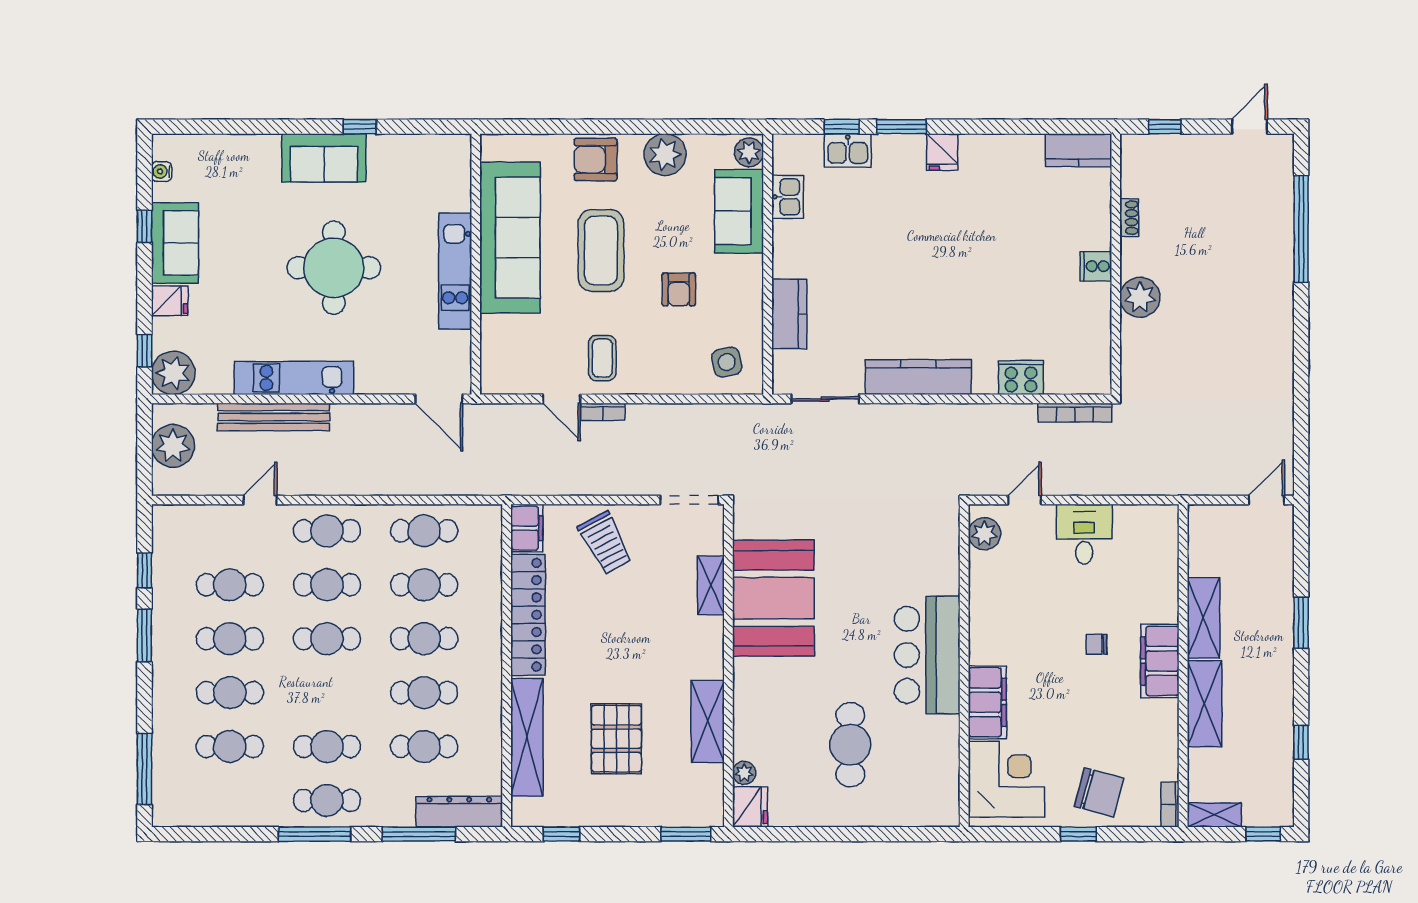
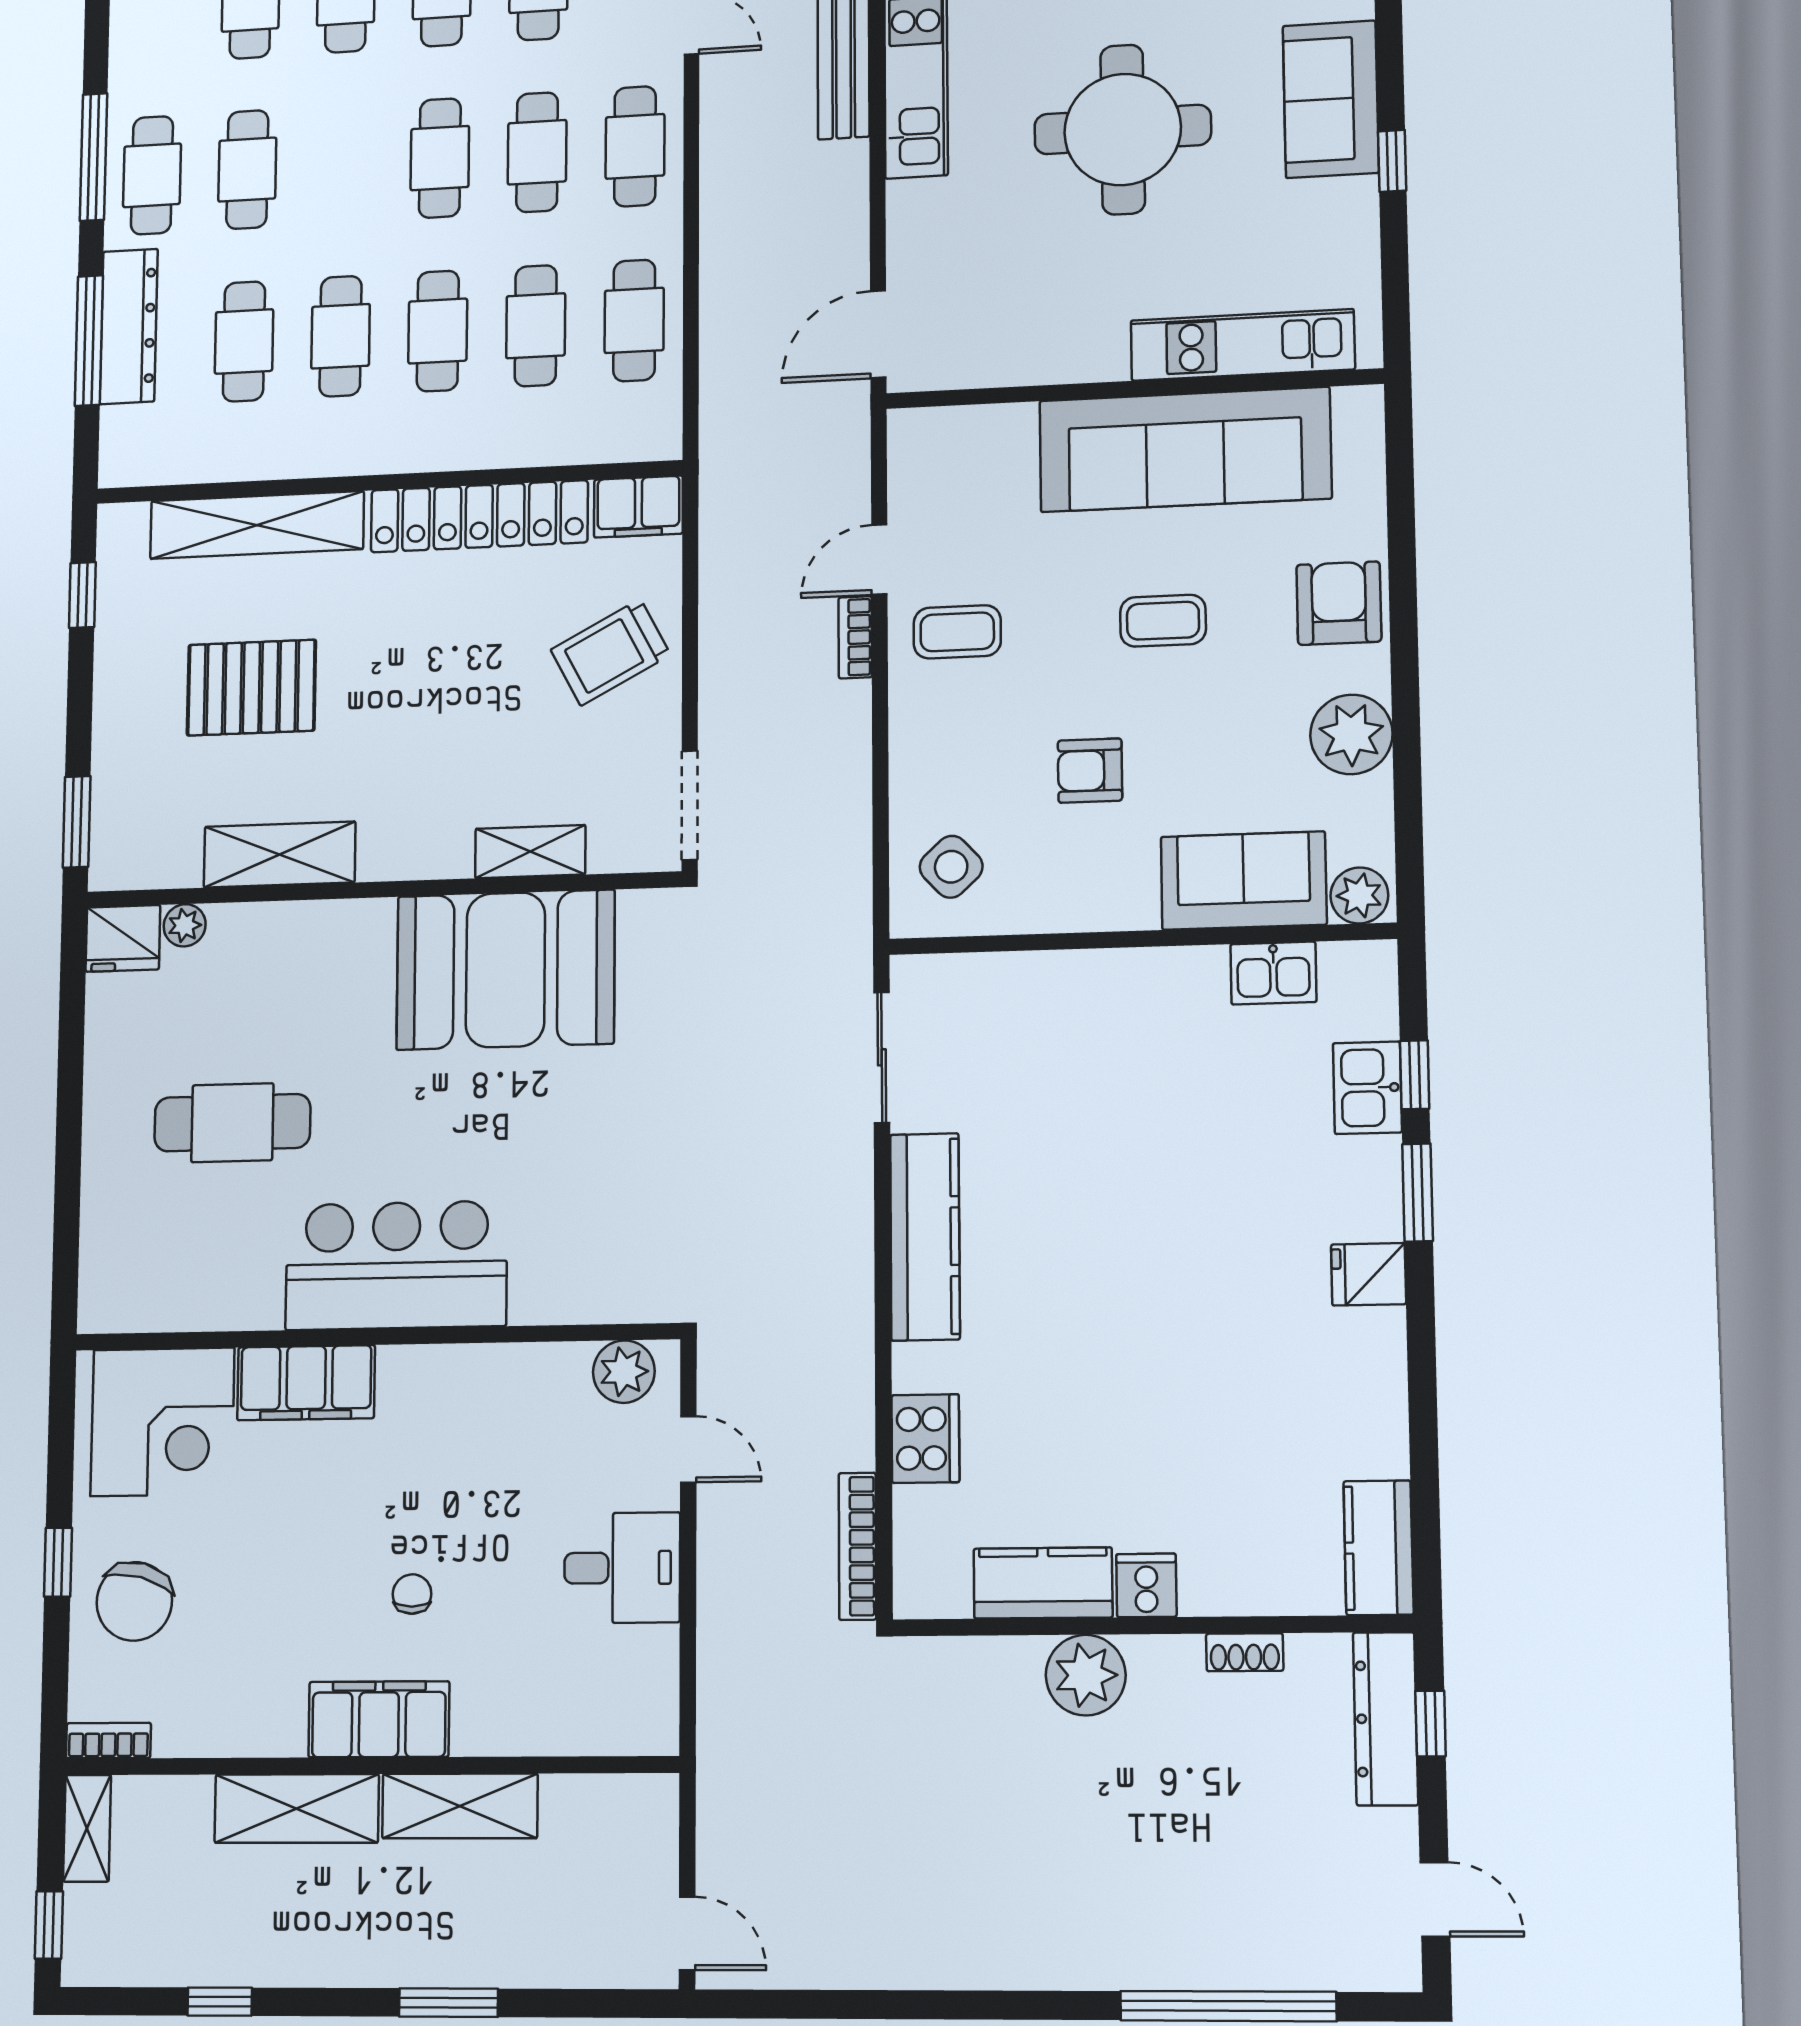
dresser: (1162, 149) -> (1385, 1719), added
coffee table: (601, 250) -> (1163, 621), width x0.54, depth x0.58
kitchen unit: (455, 271) -> (1242, 345), moved
kitchen counter: (789, 314) -> (1043, 1583), moved, turned 180
side table: (727, 362) -> (951, 867), turned -31
dresser: (459, 812) -> (129, 326), moved

